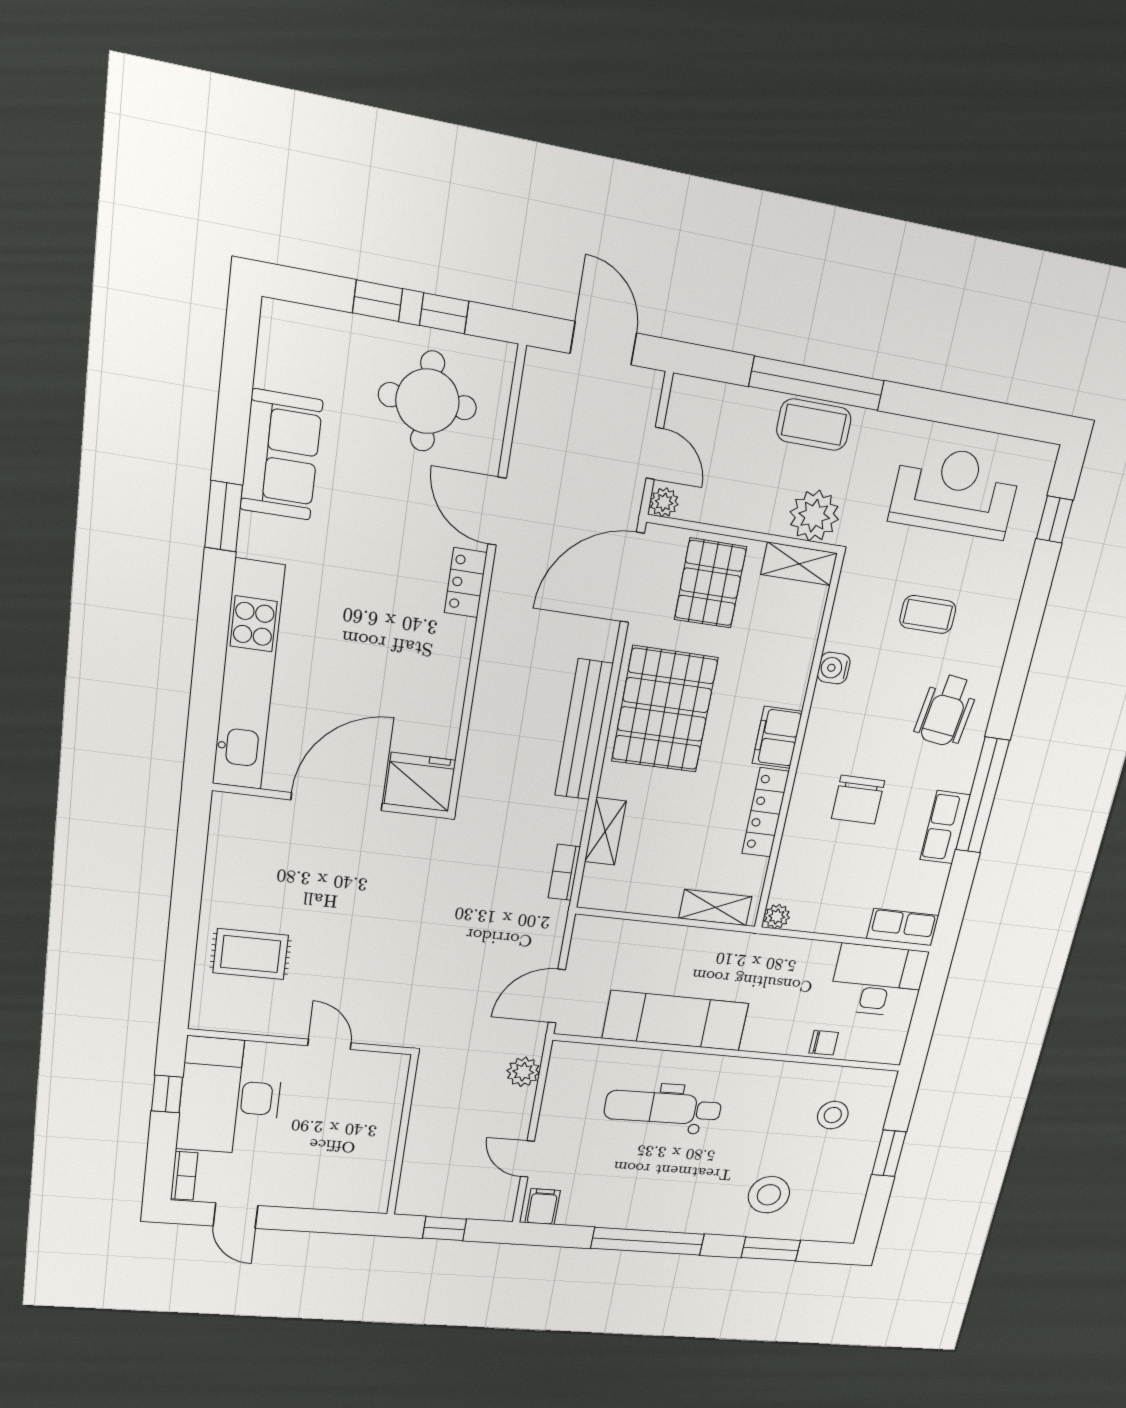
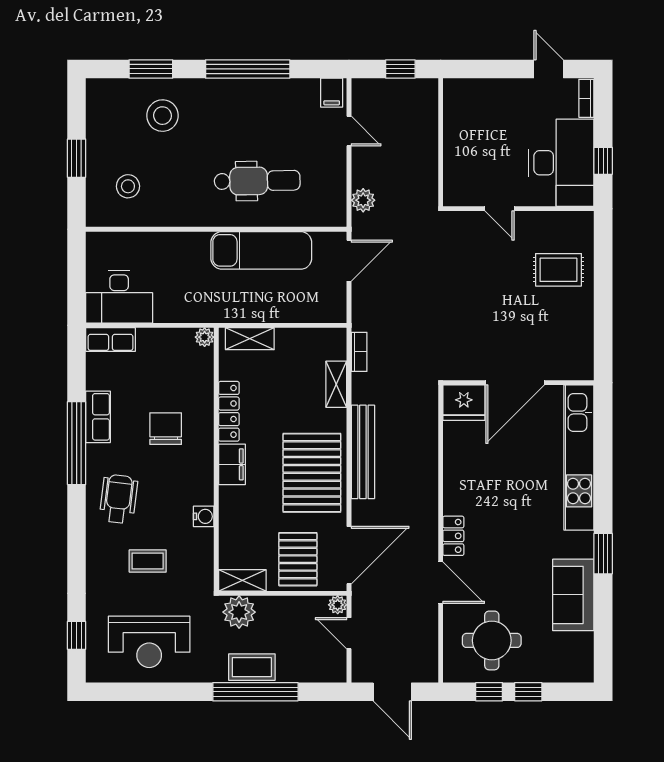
chair: (824, 1043) -> (148, 244), removed

